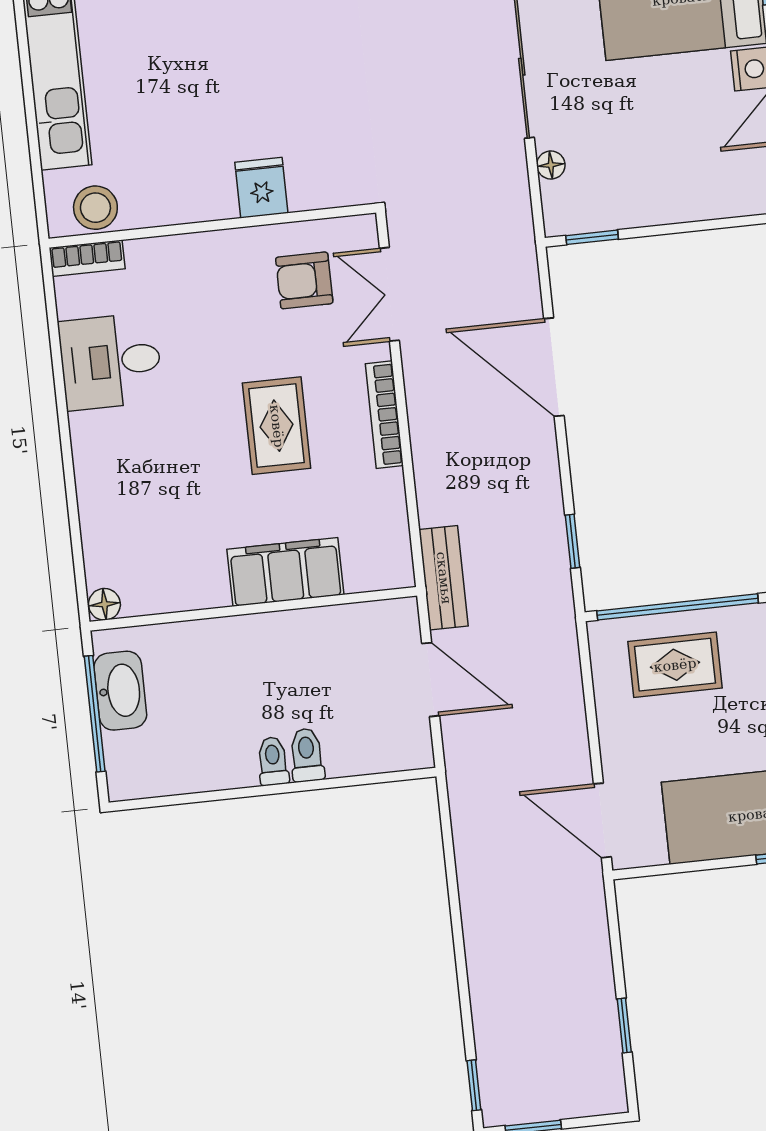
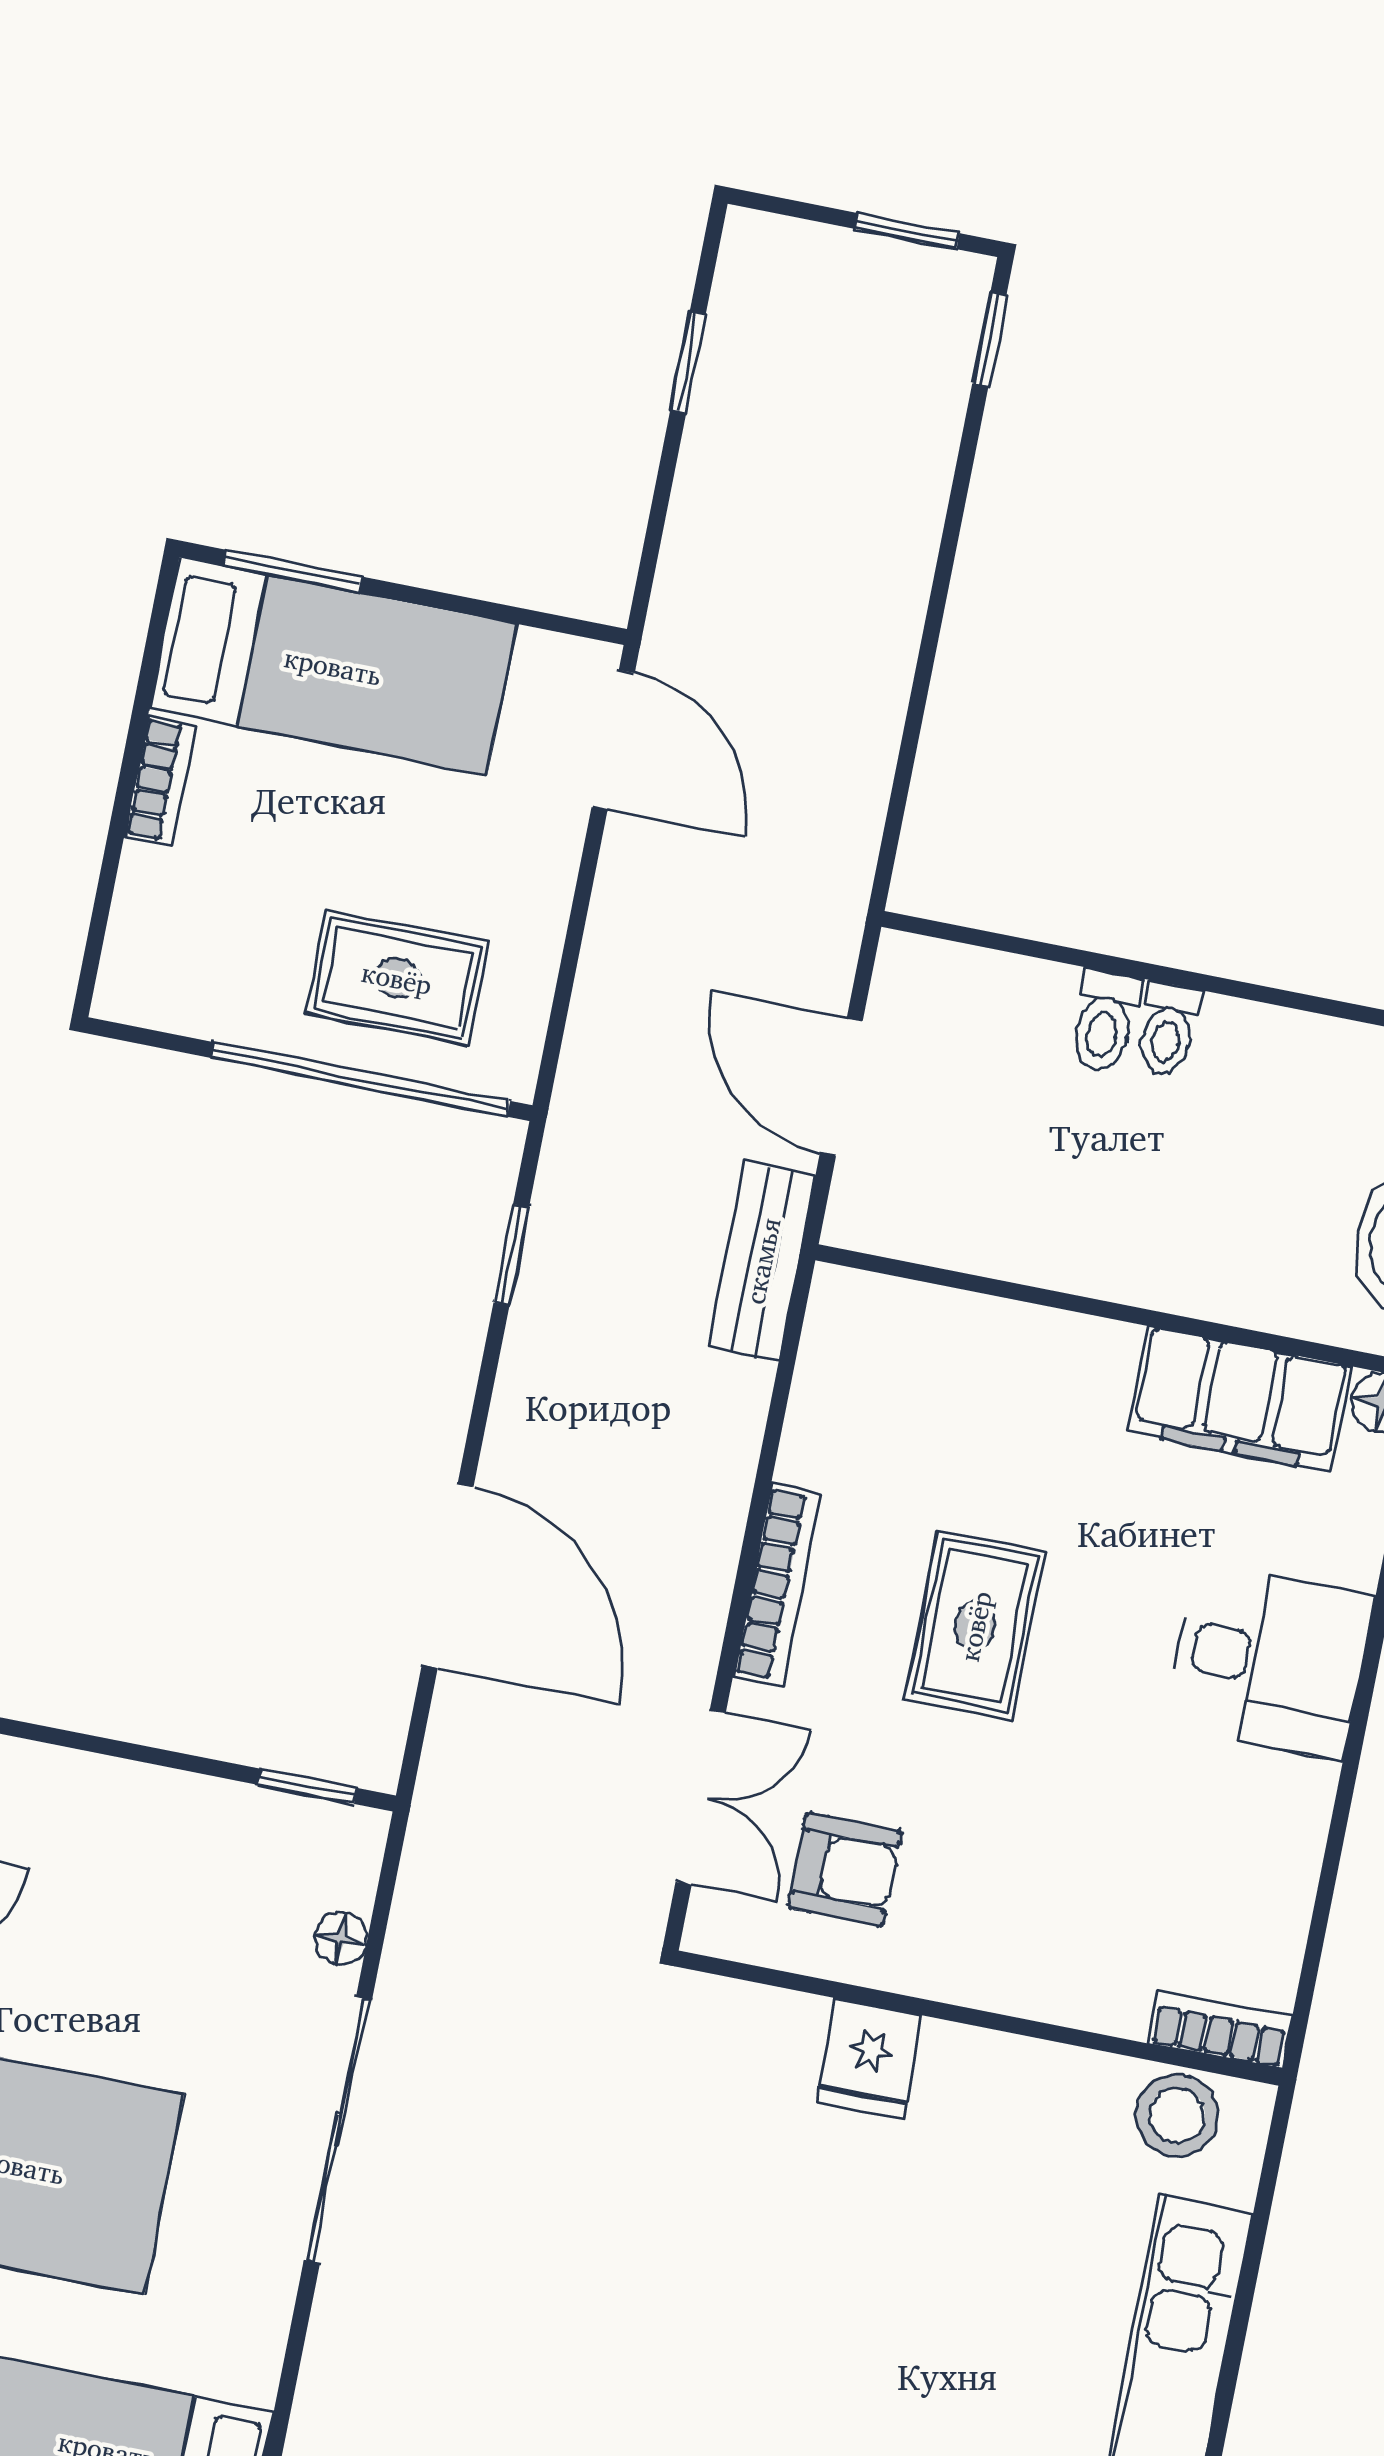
desk: (111, 361) -> (1270, 1661), moved
filing cabinet: (285, 572) -> (1239, 1399), moved

